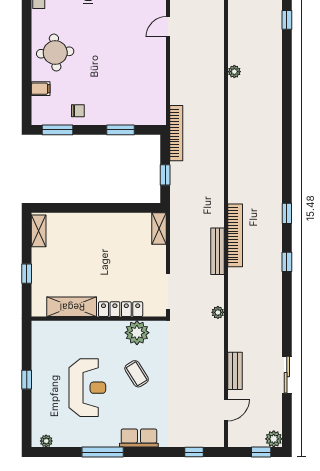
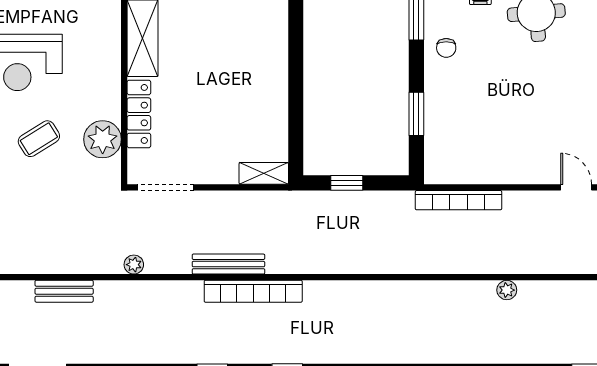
bookcase: (176, 133) -> (459, 200), moved
bench: (235, 371) -> (64, 291), moved

